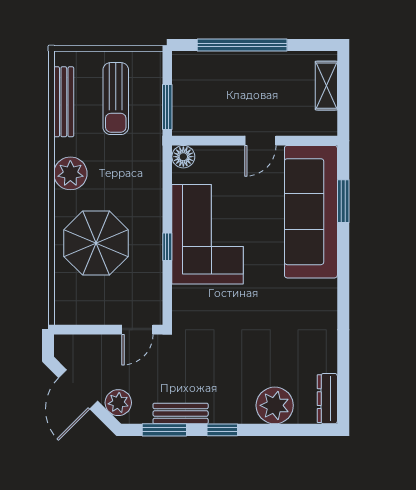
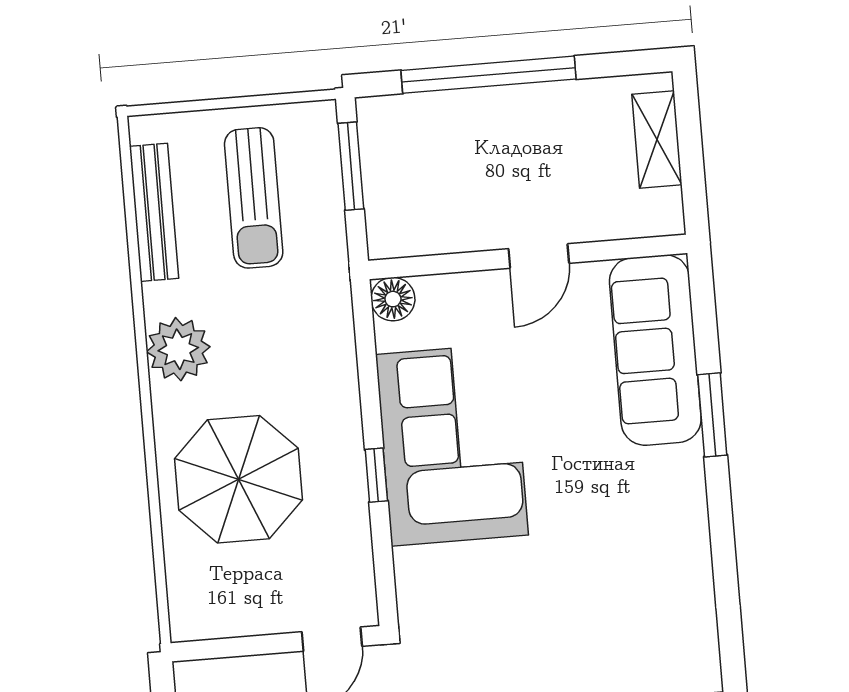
window: (167, 107) -> (351, 166), moved
window: (343, 201) -> (712, 415), moved
sofa: (311, 212) -> (655, 350), width x0.74, depth x0.79

